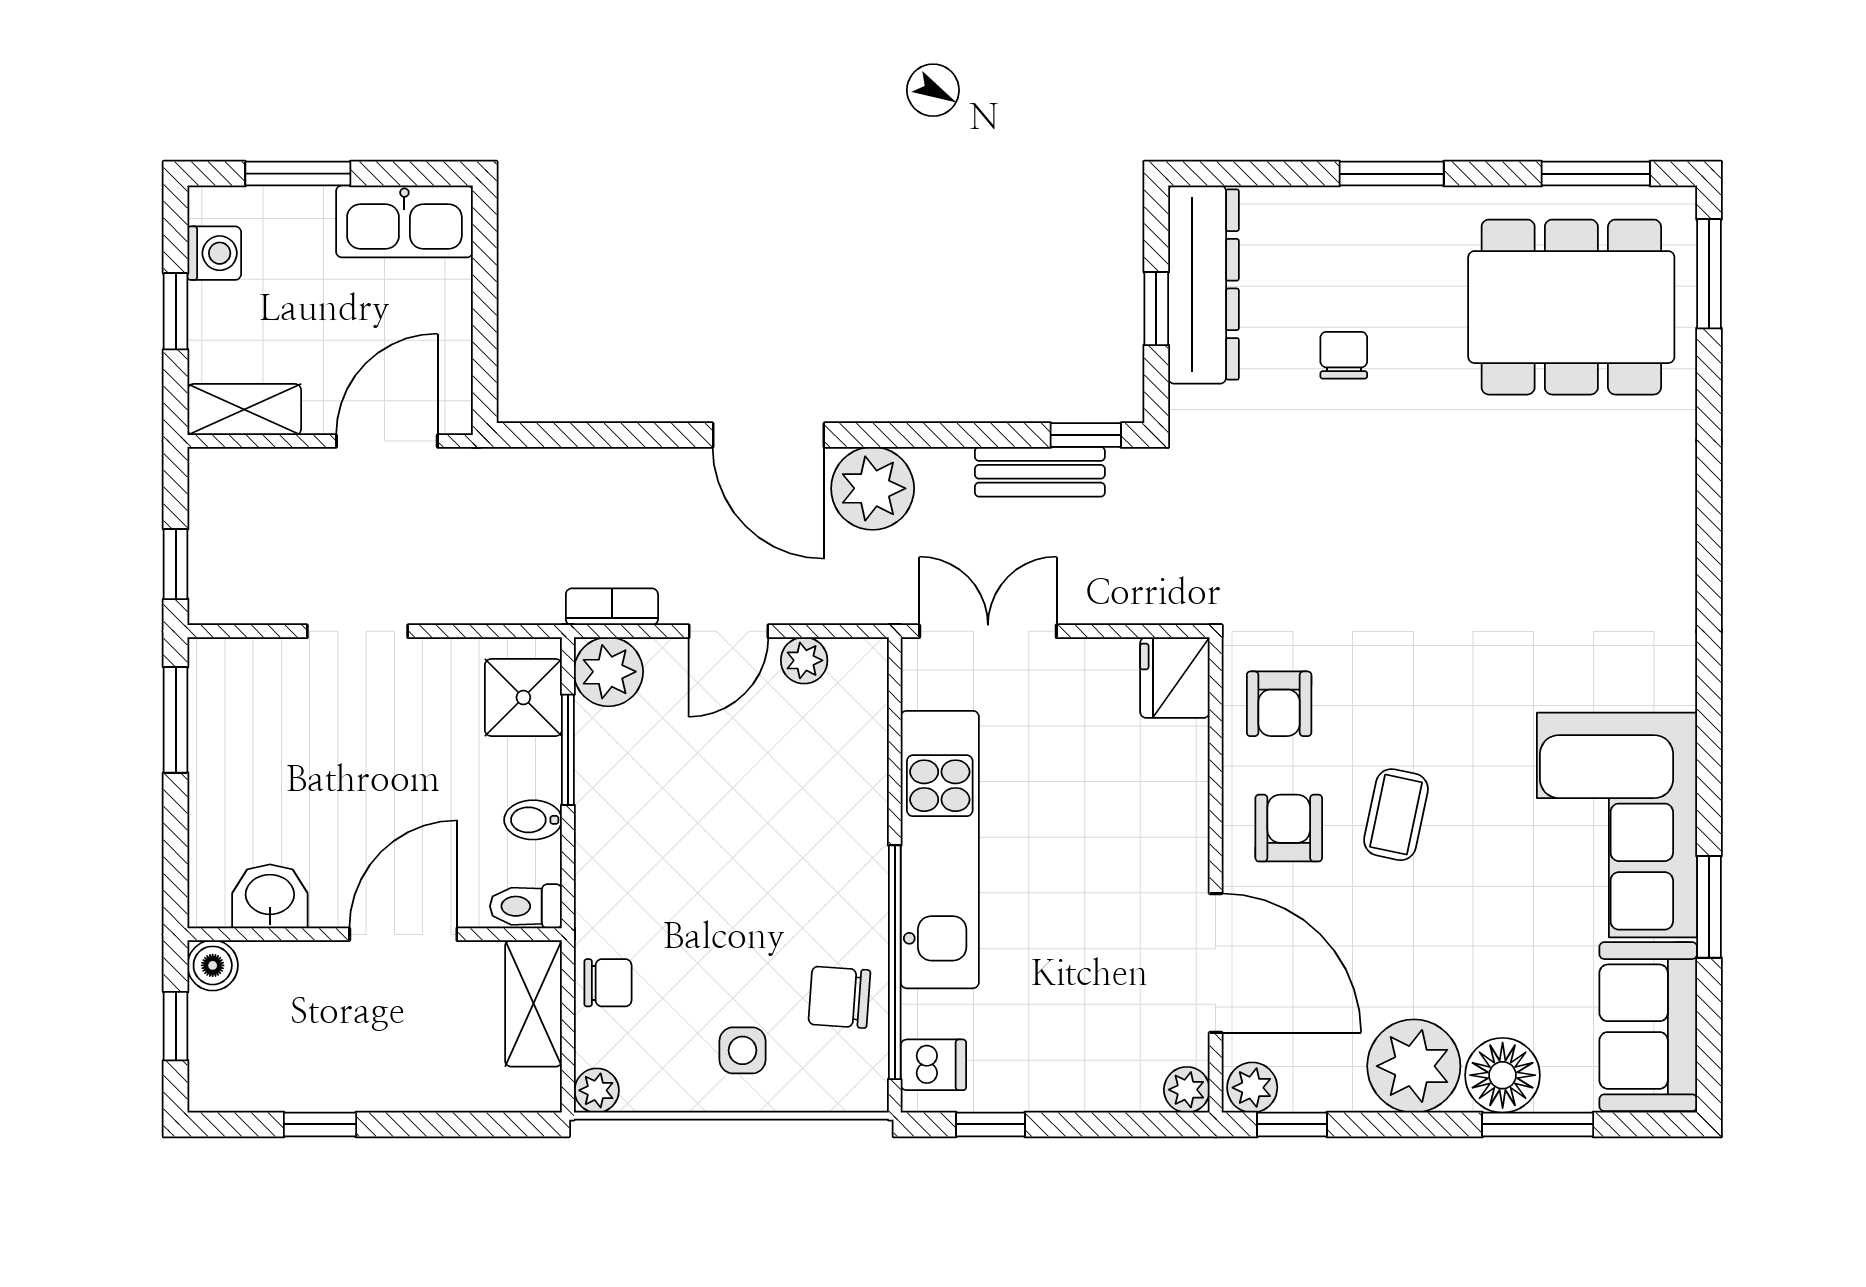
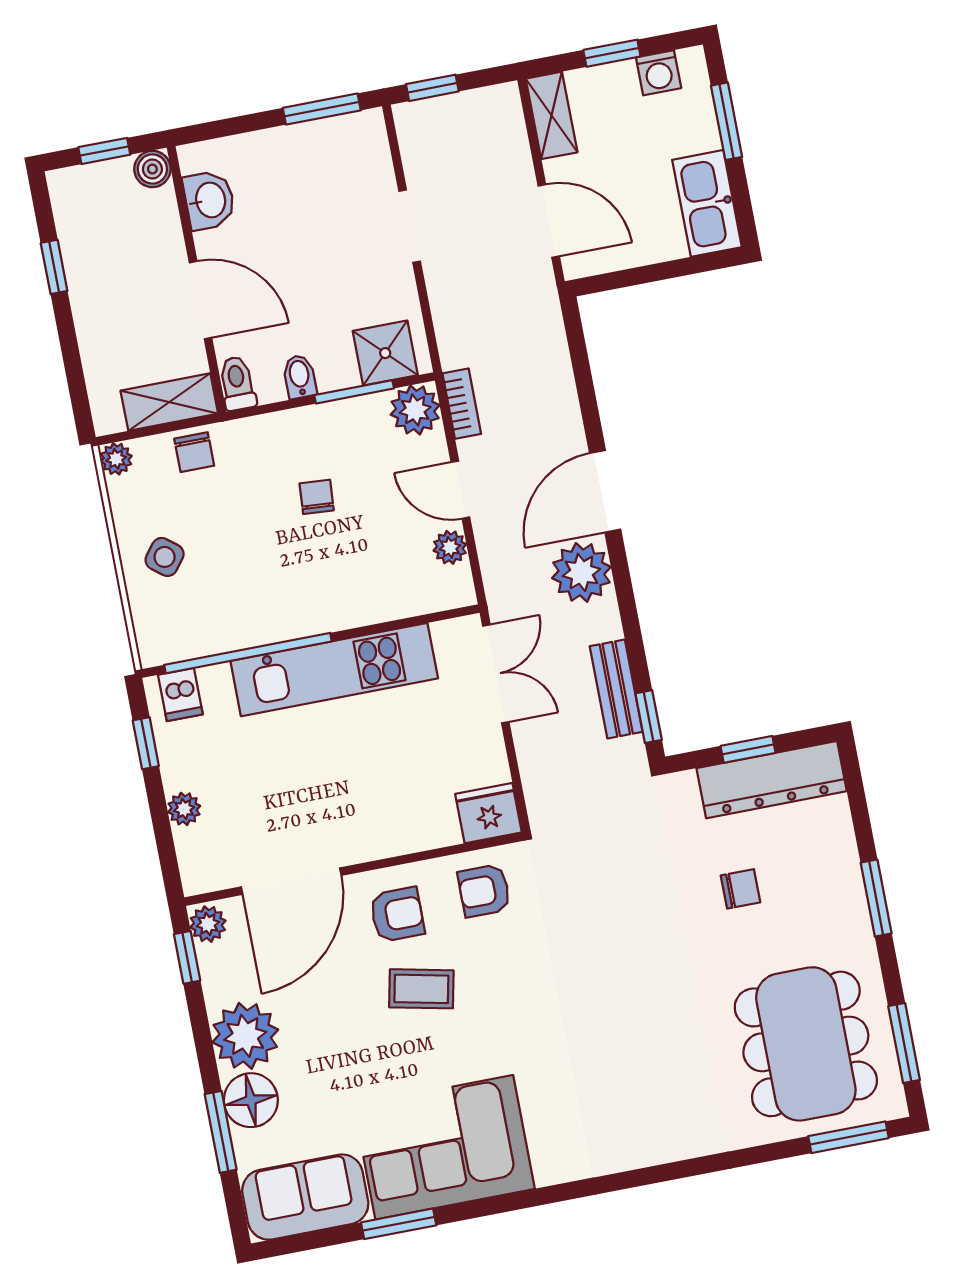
chair: (839, 997) -> (317, 497), moved, width x0.73, depth x0.73
side table: (743, 1050) -> (165, 557), turned 38
plant: (1187, 1090) -> (184, 809), moved

